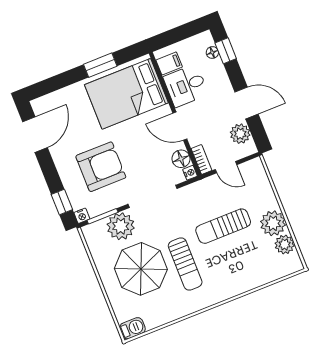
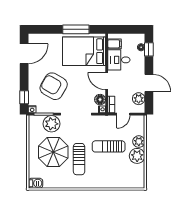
window: (100, 65) -> (76, 29), width x1.44
armchair: (101, 167) -> (54, 86), turned -150
door: (226, 167) -> (123, 114), hinge flipped
plant: (285, 244) -> (139, 142), moved

